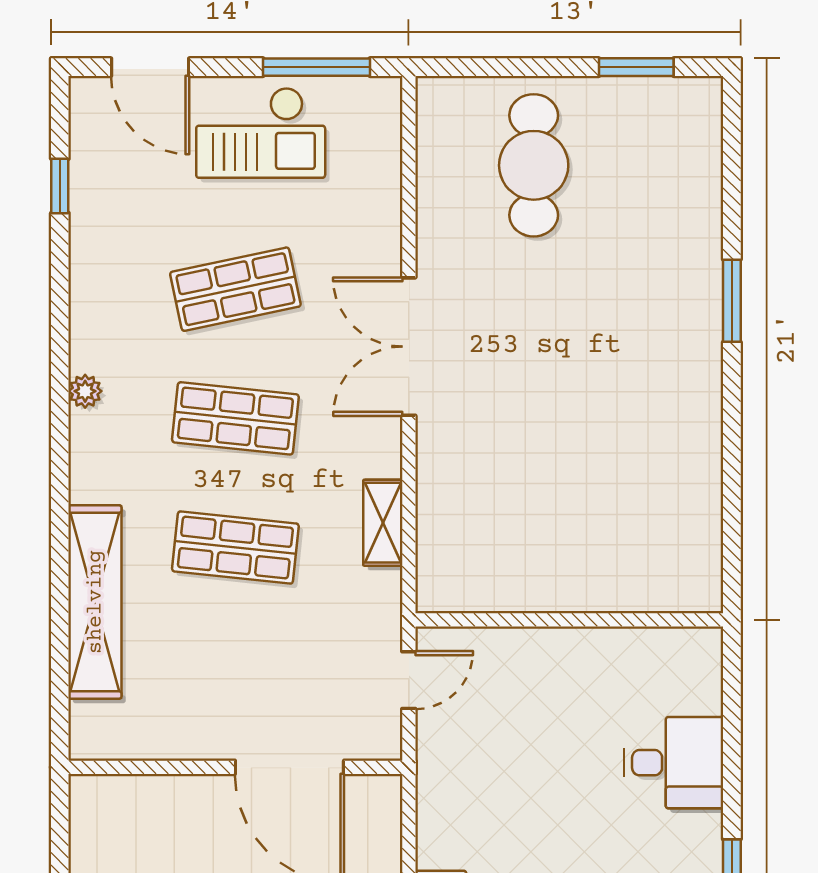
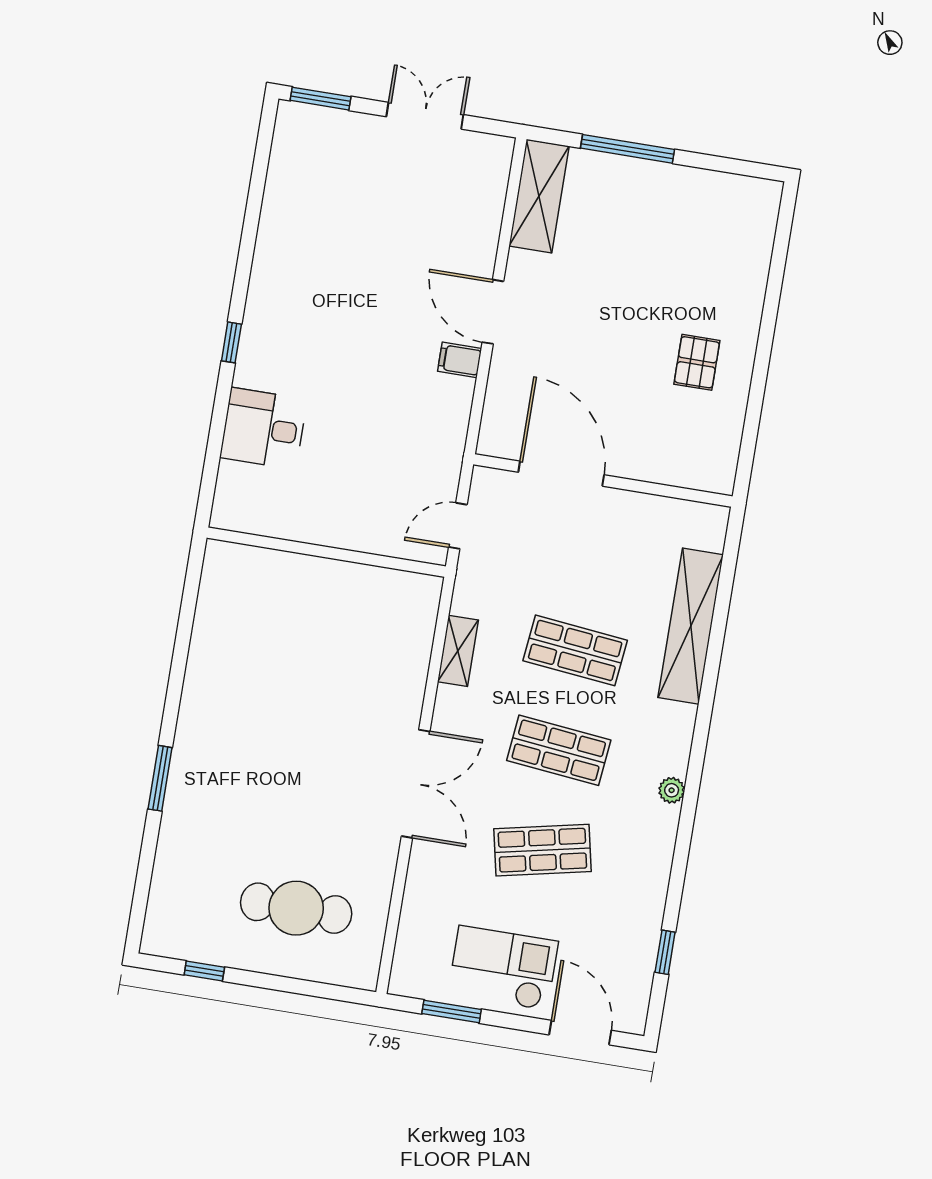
window: (317, 67) -> (452, 1012), width x0.69
window: (636, 67) -> (204, 971), width x0.67
cafe table: (534, 165) -> (296, 908), turned 90

